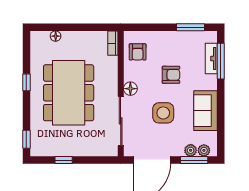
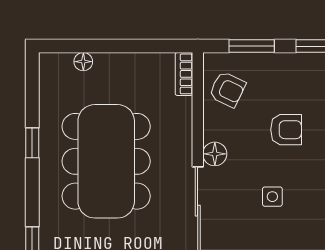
window: (151, 27) -> (252, 46), added
armchair: (138, 52) -> (227, 89), turned -64
side table: (163, 113) -> (272, 197), width x0.54, depth x0.54

